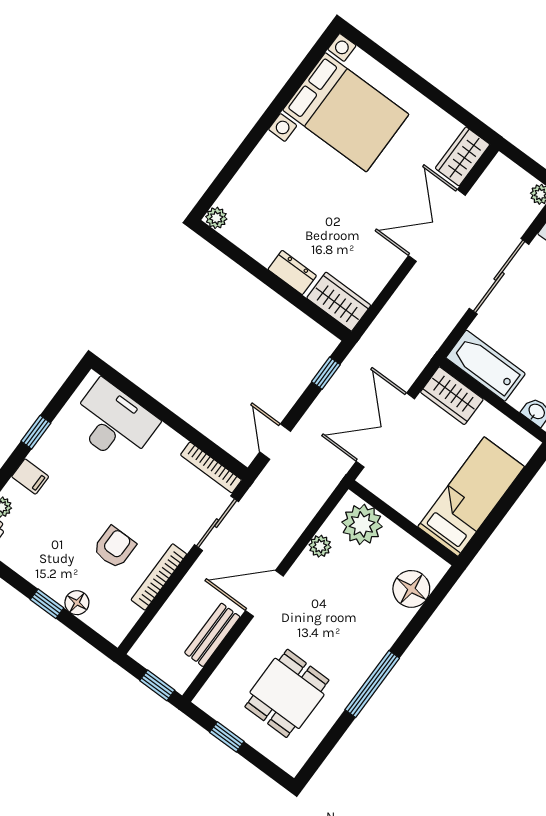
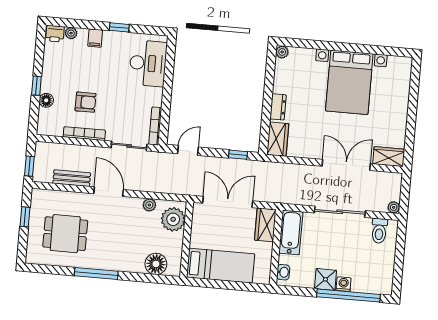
bed with nightstands: (346, 112) -> (349, 82), moved

